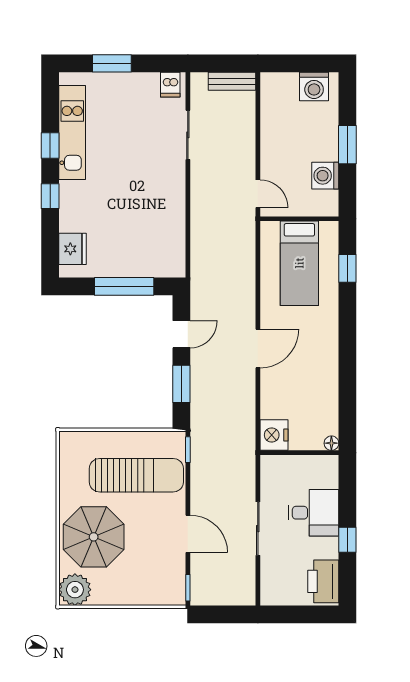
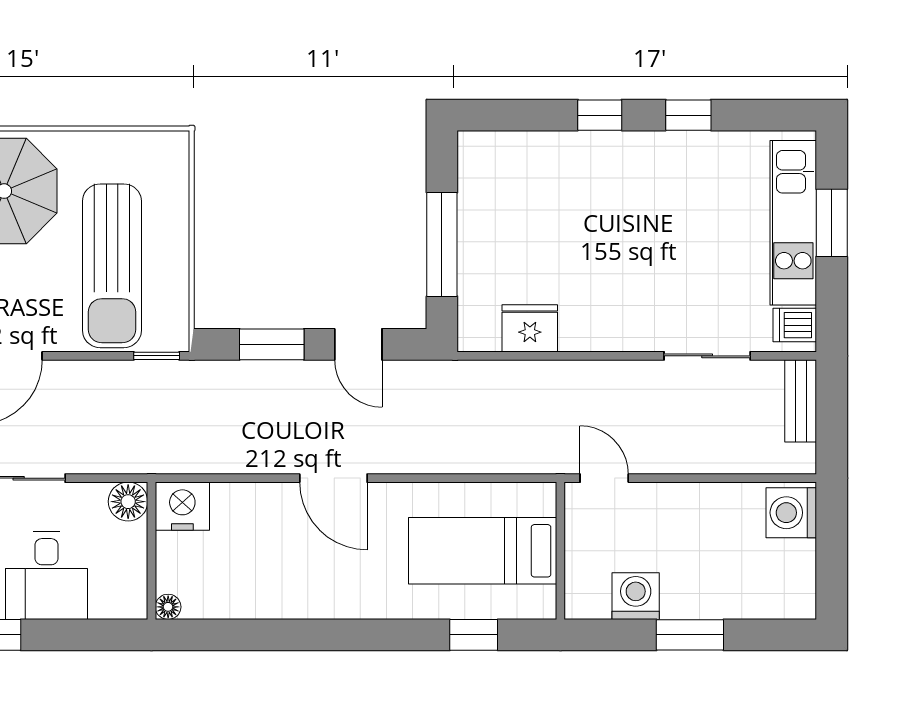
bench: (232, 81) -> (801, 401), moved
washing machine: (314, 87) -> (791, 513), moved
kitchen unit: (72, 133) -> (793, 223), moved, turned 90
door: (258, 194) -> (604, 478), swing flipped
fridge: (72, 249) -> (530, 328), moved, turned 180
floor lamp: (271, 466) -> (128, 502), added

